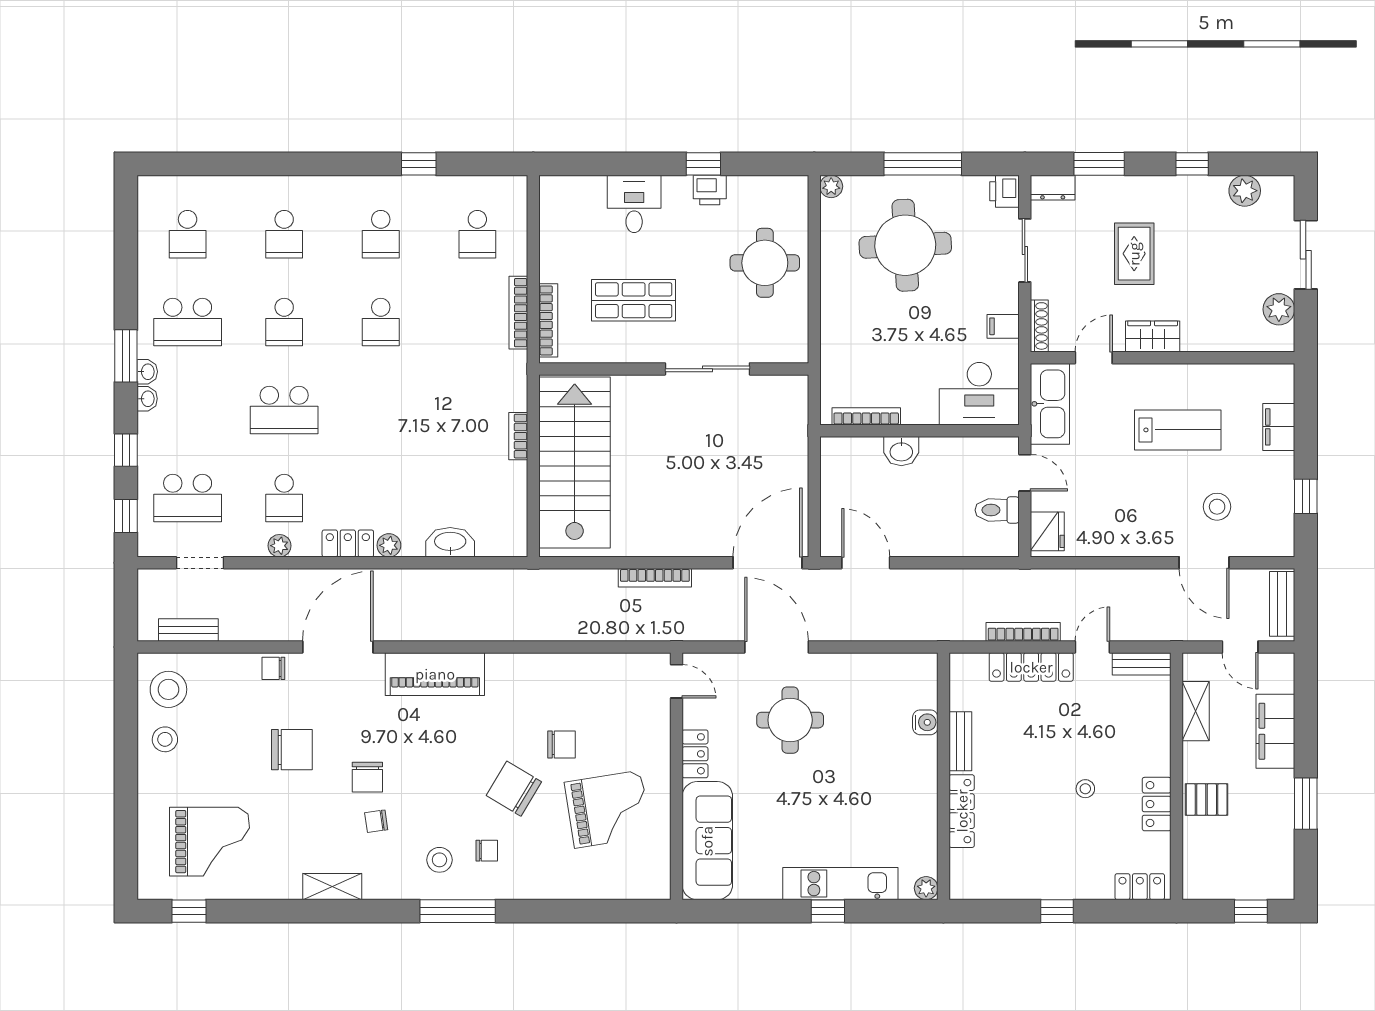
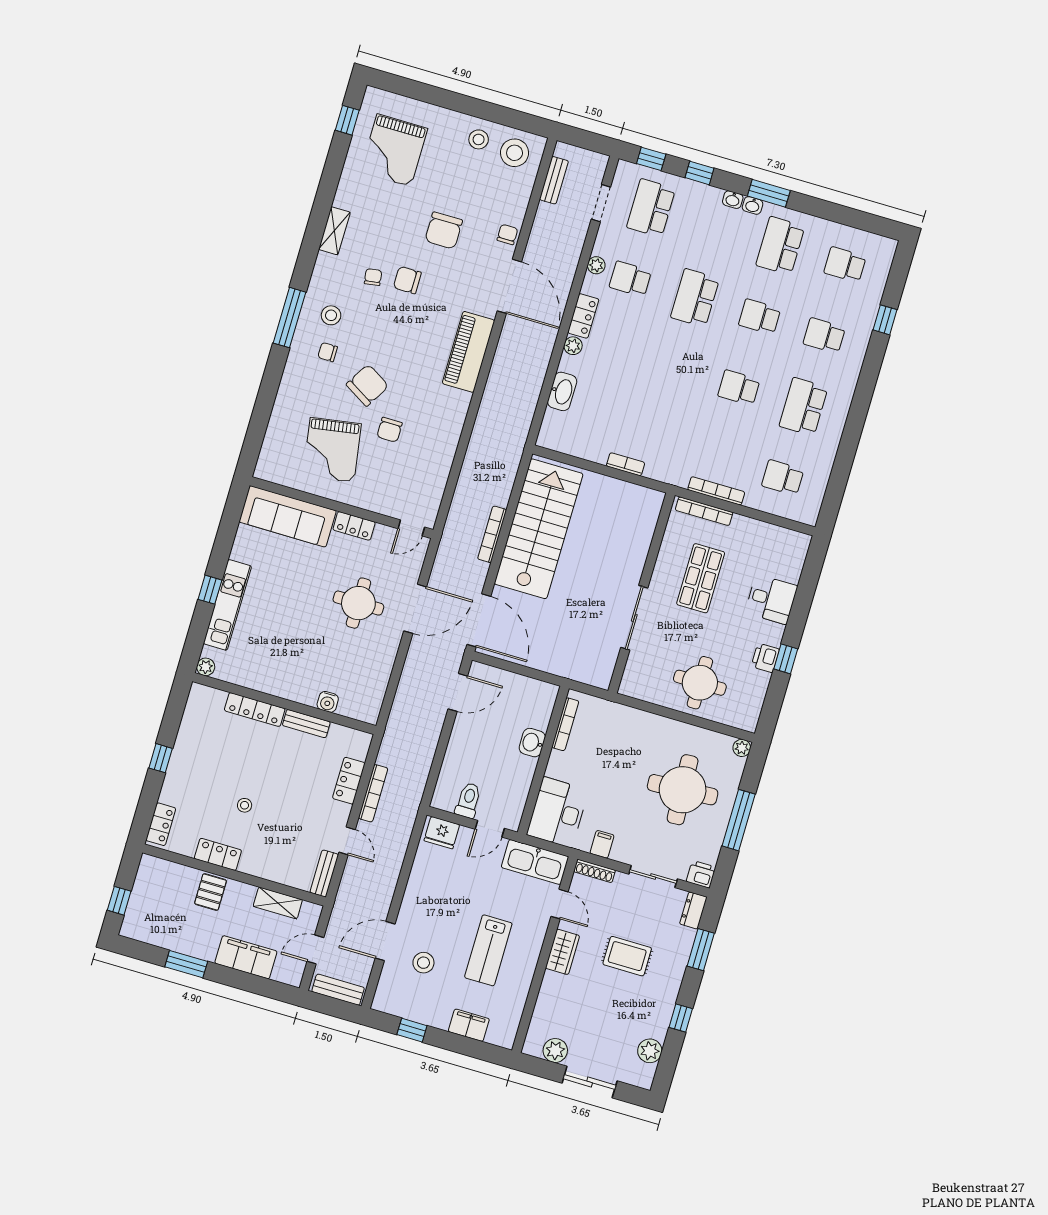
window: (419, 164) -> (885, 320), moved
school desk: (381, 234) -> (803, 407), width x1.85
stairs: (575, 463) -> (539, 529), moved, turned -90
locker: (1031, 667) -> (349, 781), width x0.66
chair: (487, 851) -> (328, 352), turned 90

